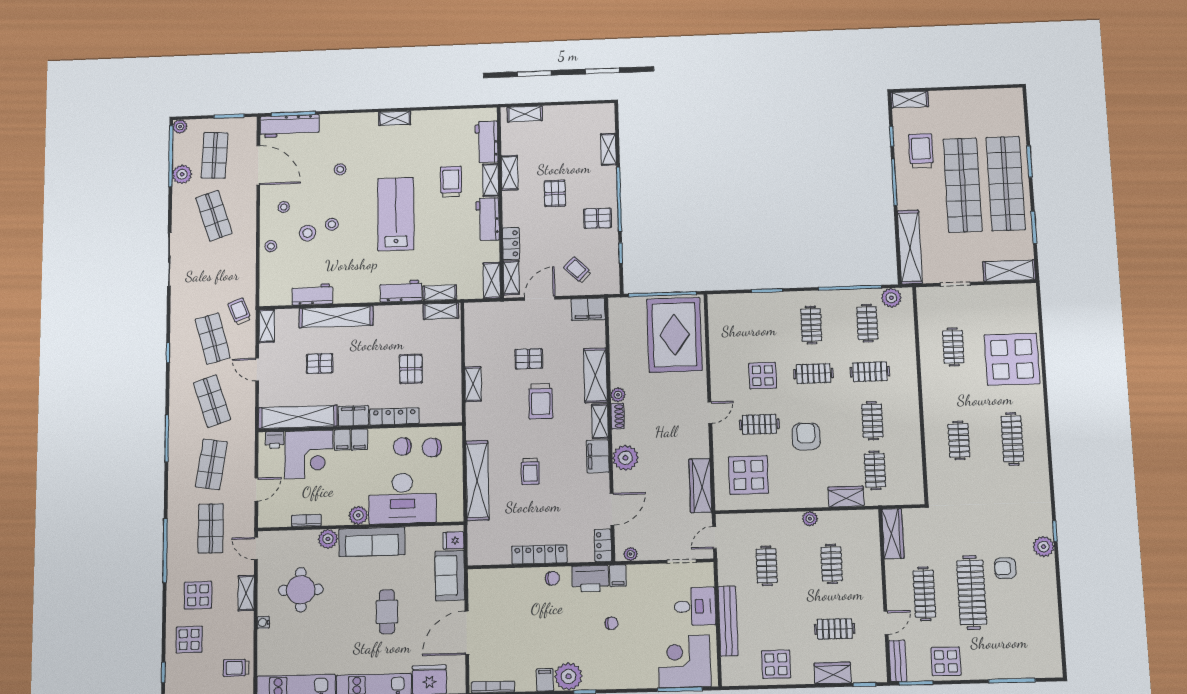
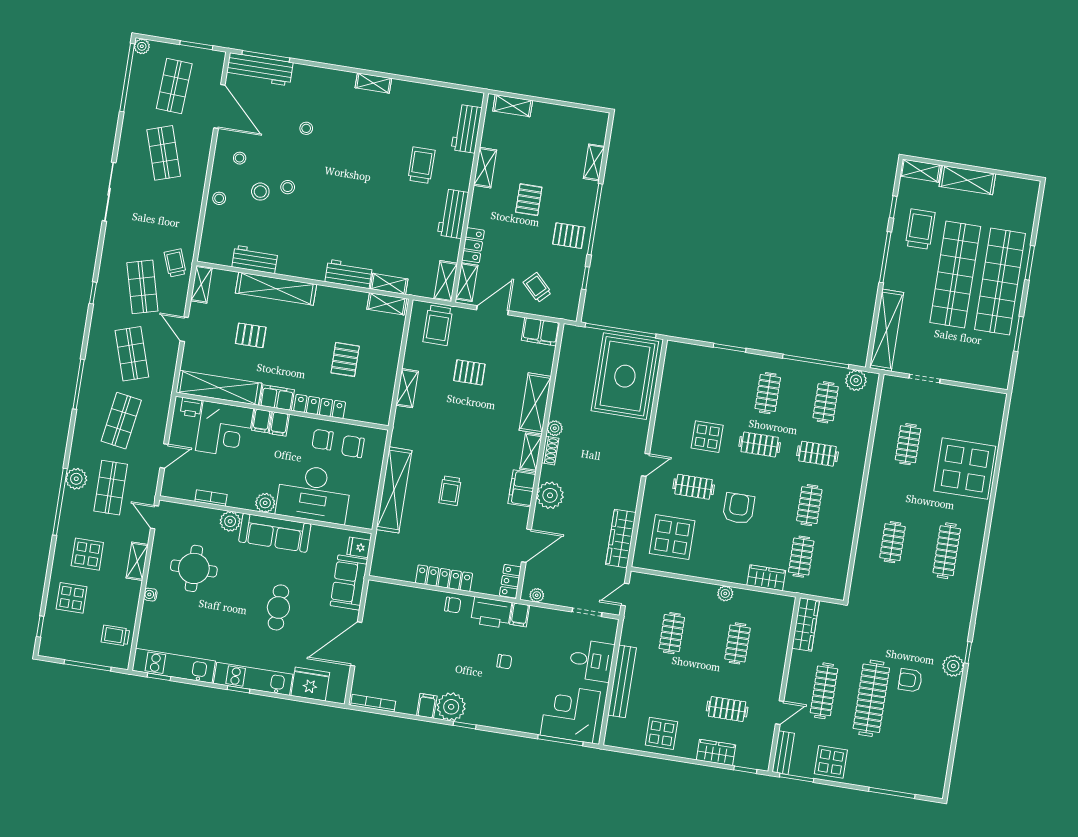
plant: (182, 174) -> (76, 479), moved
shelving: (491, 180) -> (464, 172), removed
lab bench: (396, 214) -> (357, 189), removed
shelving: (1009, 271) -> (967, 180), moved
trolley: (541, 401) -> (438, 325), moved

